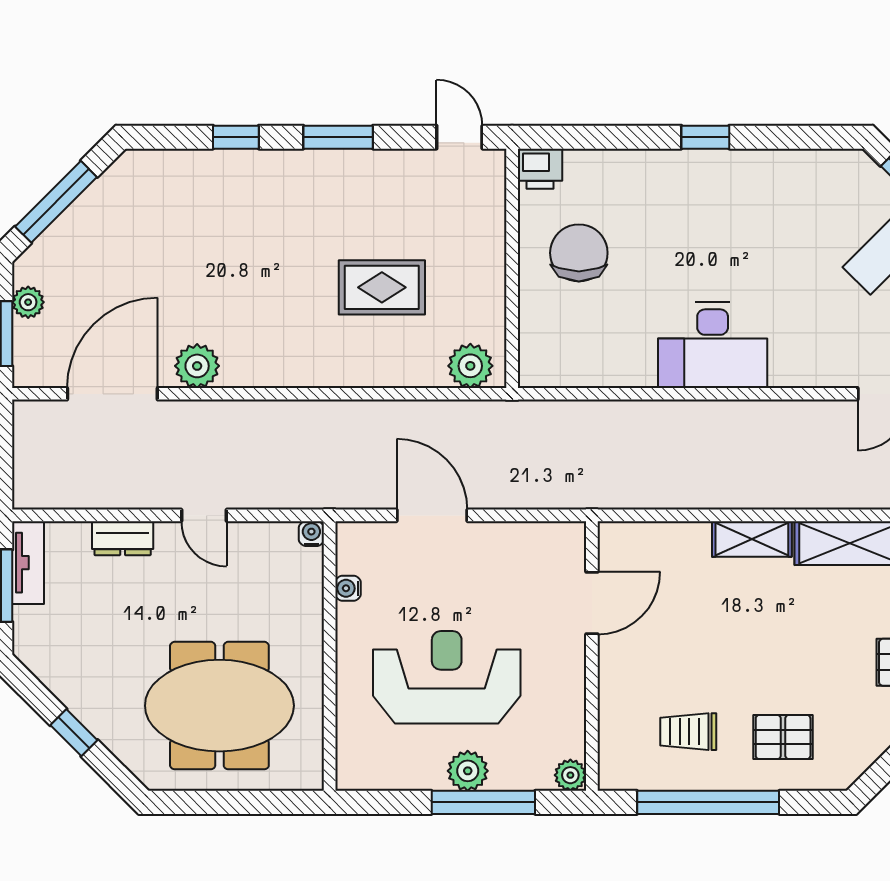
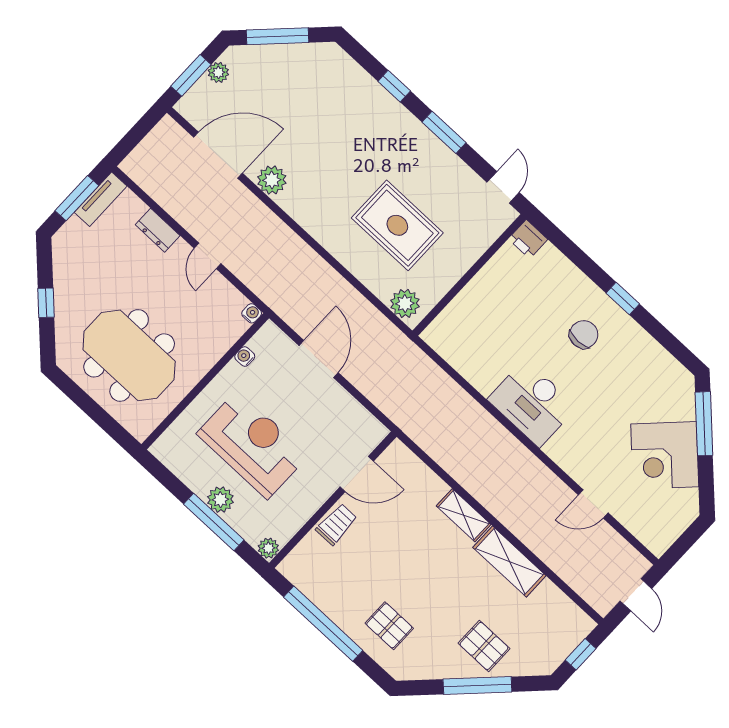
chair: (579, 253) -> (584, 334), moved, width x0.73, depth x0.73
rug: (382, 287) -> (397, 225), width x1.36, depth x1.43
trolley: (688, 732) -> (337, 524), moved, turned 90

